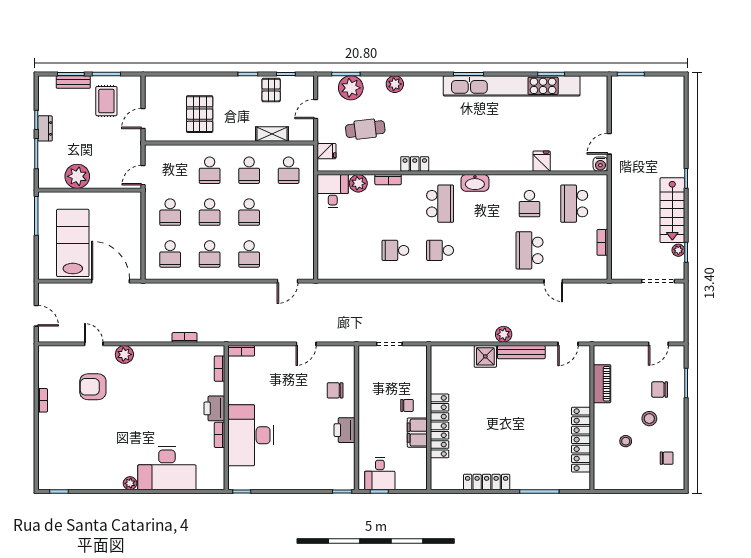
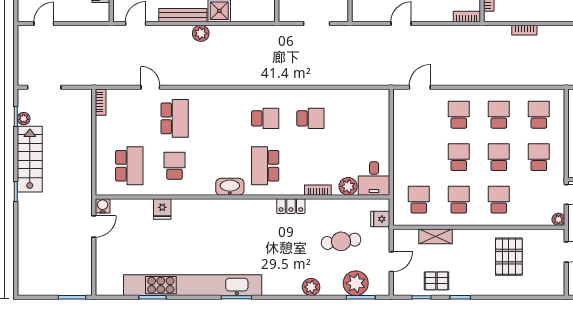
pallet: (271, 90) -> (437, 281), turned 90
plant: (151, 151) -> (558, 219), added
bookcase: (602, 242) -> (101, 102), moved

